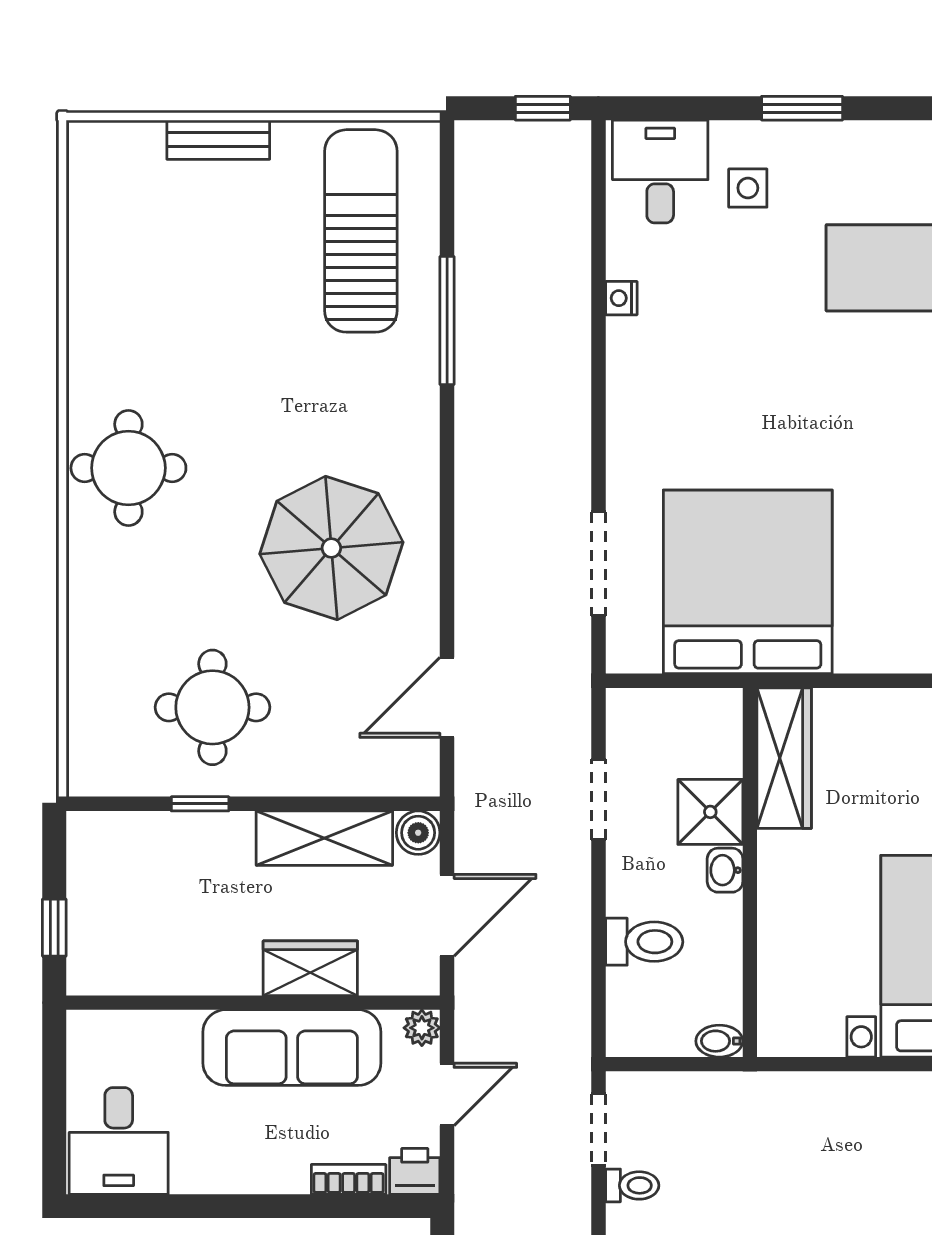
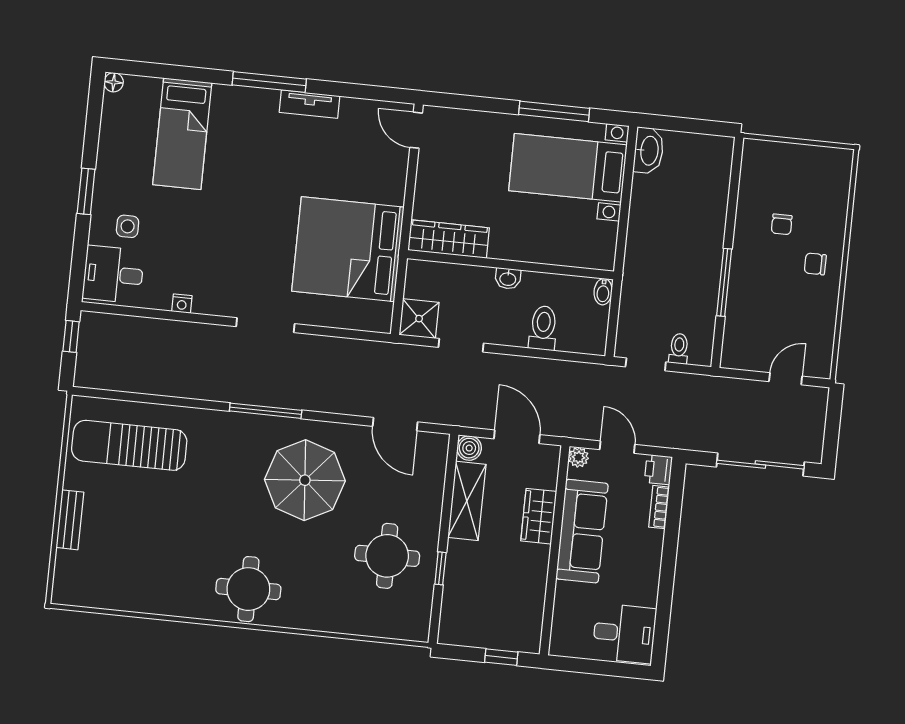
window: (447, 321) -> (266, 411), moved
doorway: (598, 564) -> (265, 325), moved
shower: (710, 812) -> (419, 319), moved

